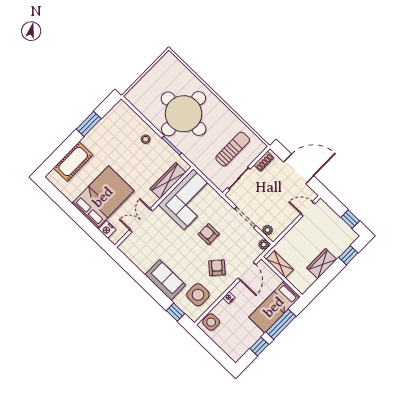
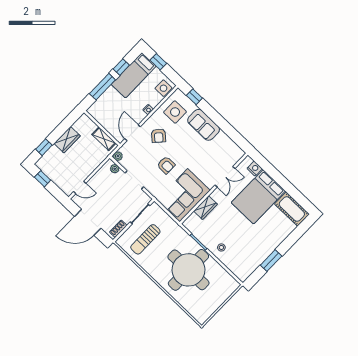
cot: (73, 161) -> (292, 209), moved, turned 90
wardrobe: (168, 181) -> (205, 208), width x0.67
bed: (274, 307) -> (134, 75), moved, turned 180
window: (217, 352) -> (158, 62), added

